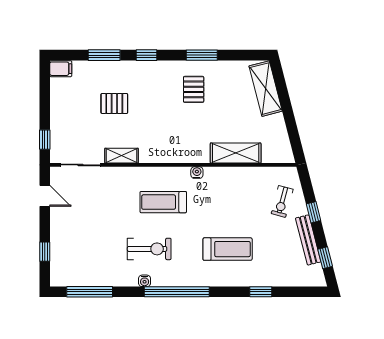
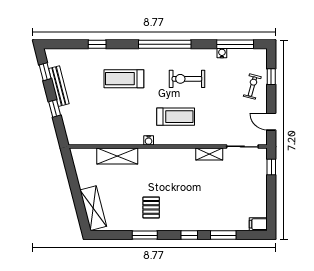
pallet: (114, 103) -> (215, 196), removed
exercise bike: (282, 201) -> (252, 87), moved
water cooler: (145, 281) -> (222, 53), moved

